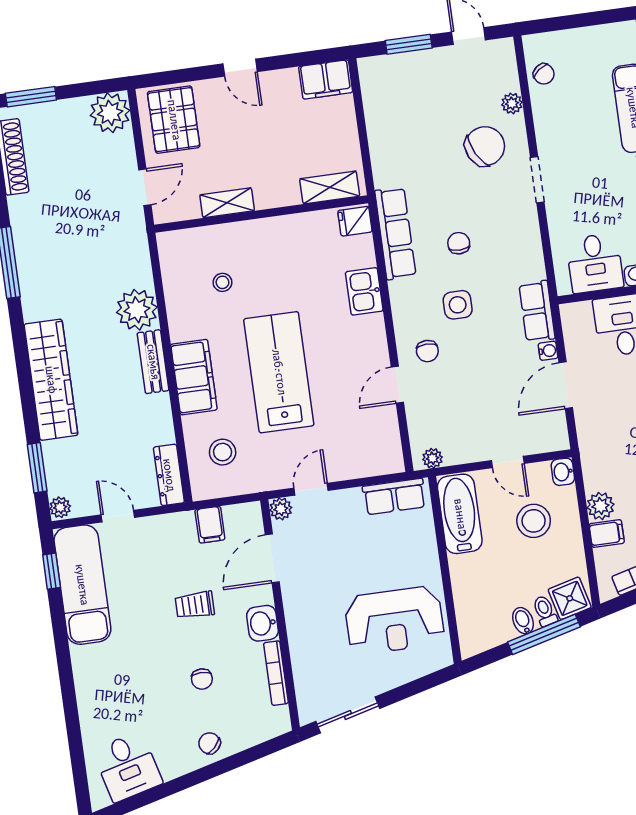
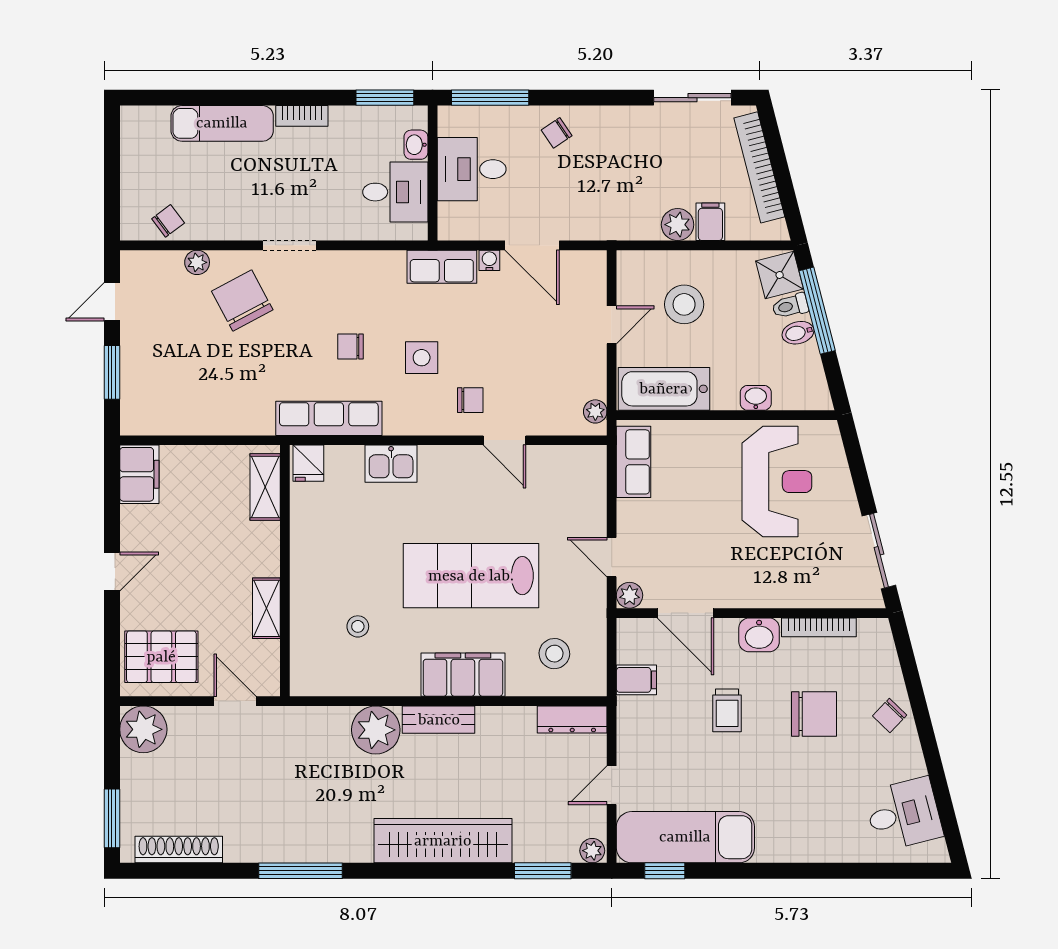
washbasin: (563, 472) -> (756, 398), moved, turned 180
chair: (202, 679) -> (814, 714), width x1.87, depth x1.87

